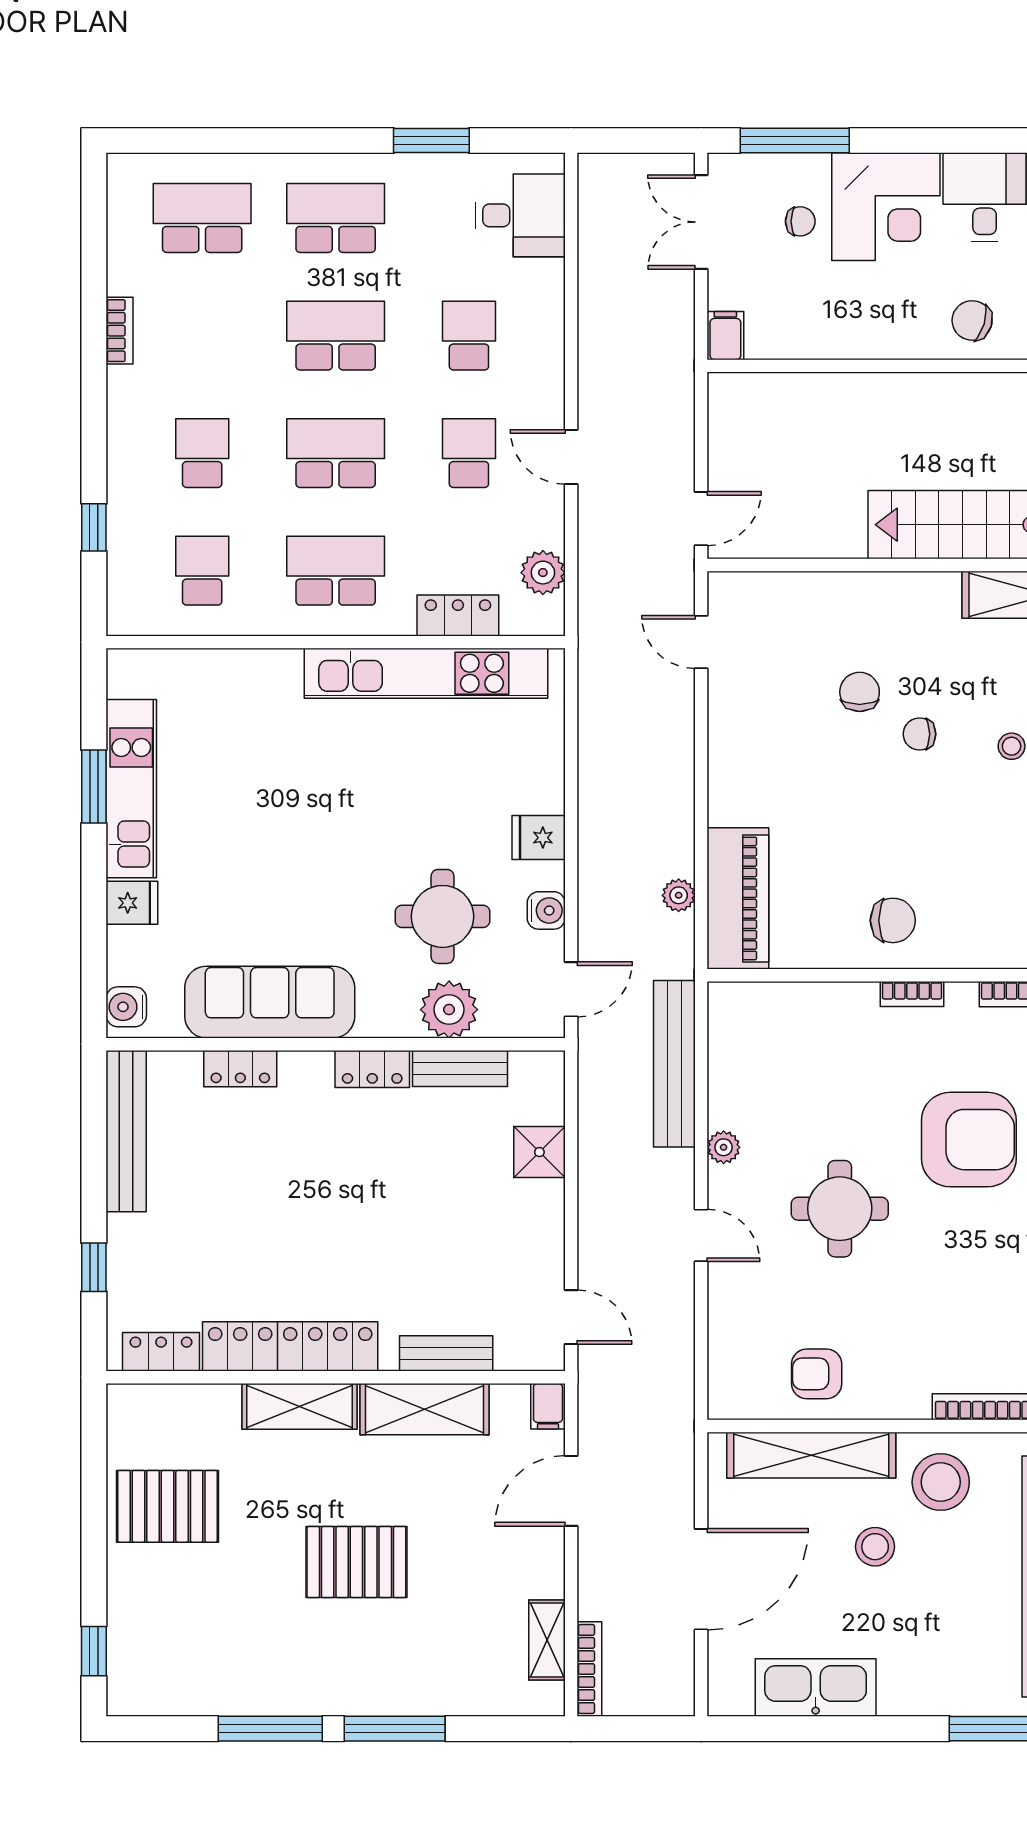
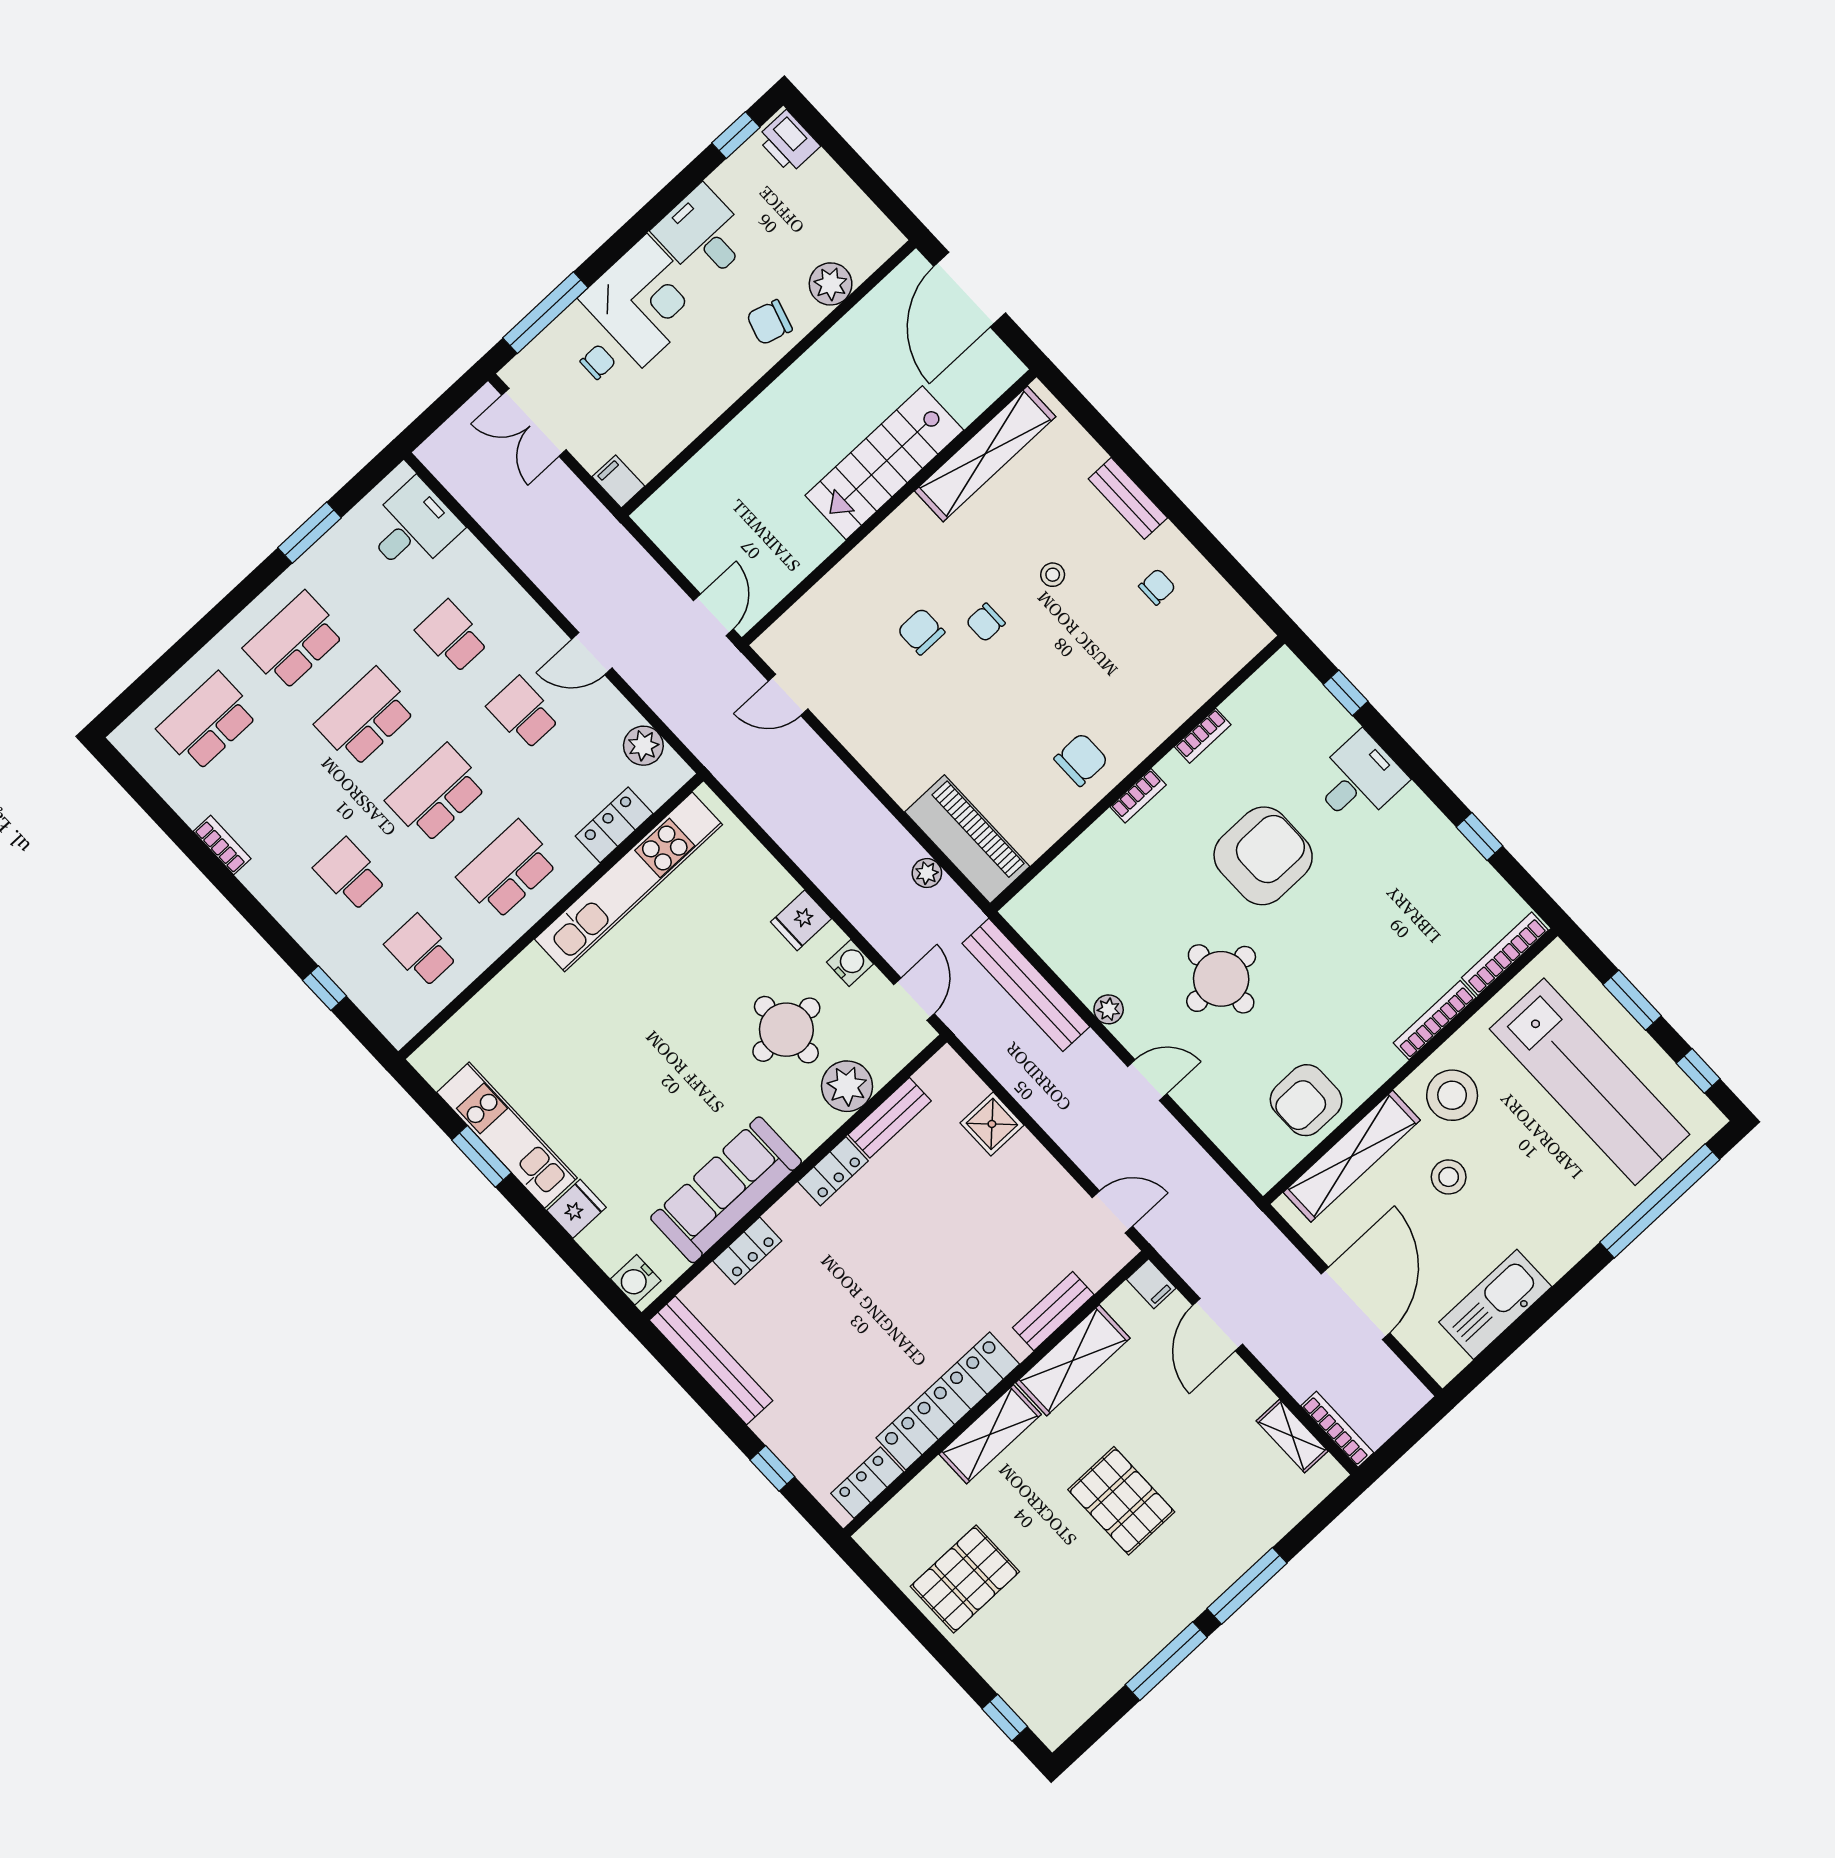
armchair: (817, 1374) -> (1306, 1100), width x1.38, depth x1.38
pallet: (356, 1562) -> (1121, 1501), turned 90

